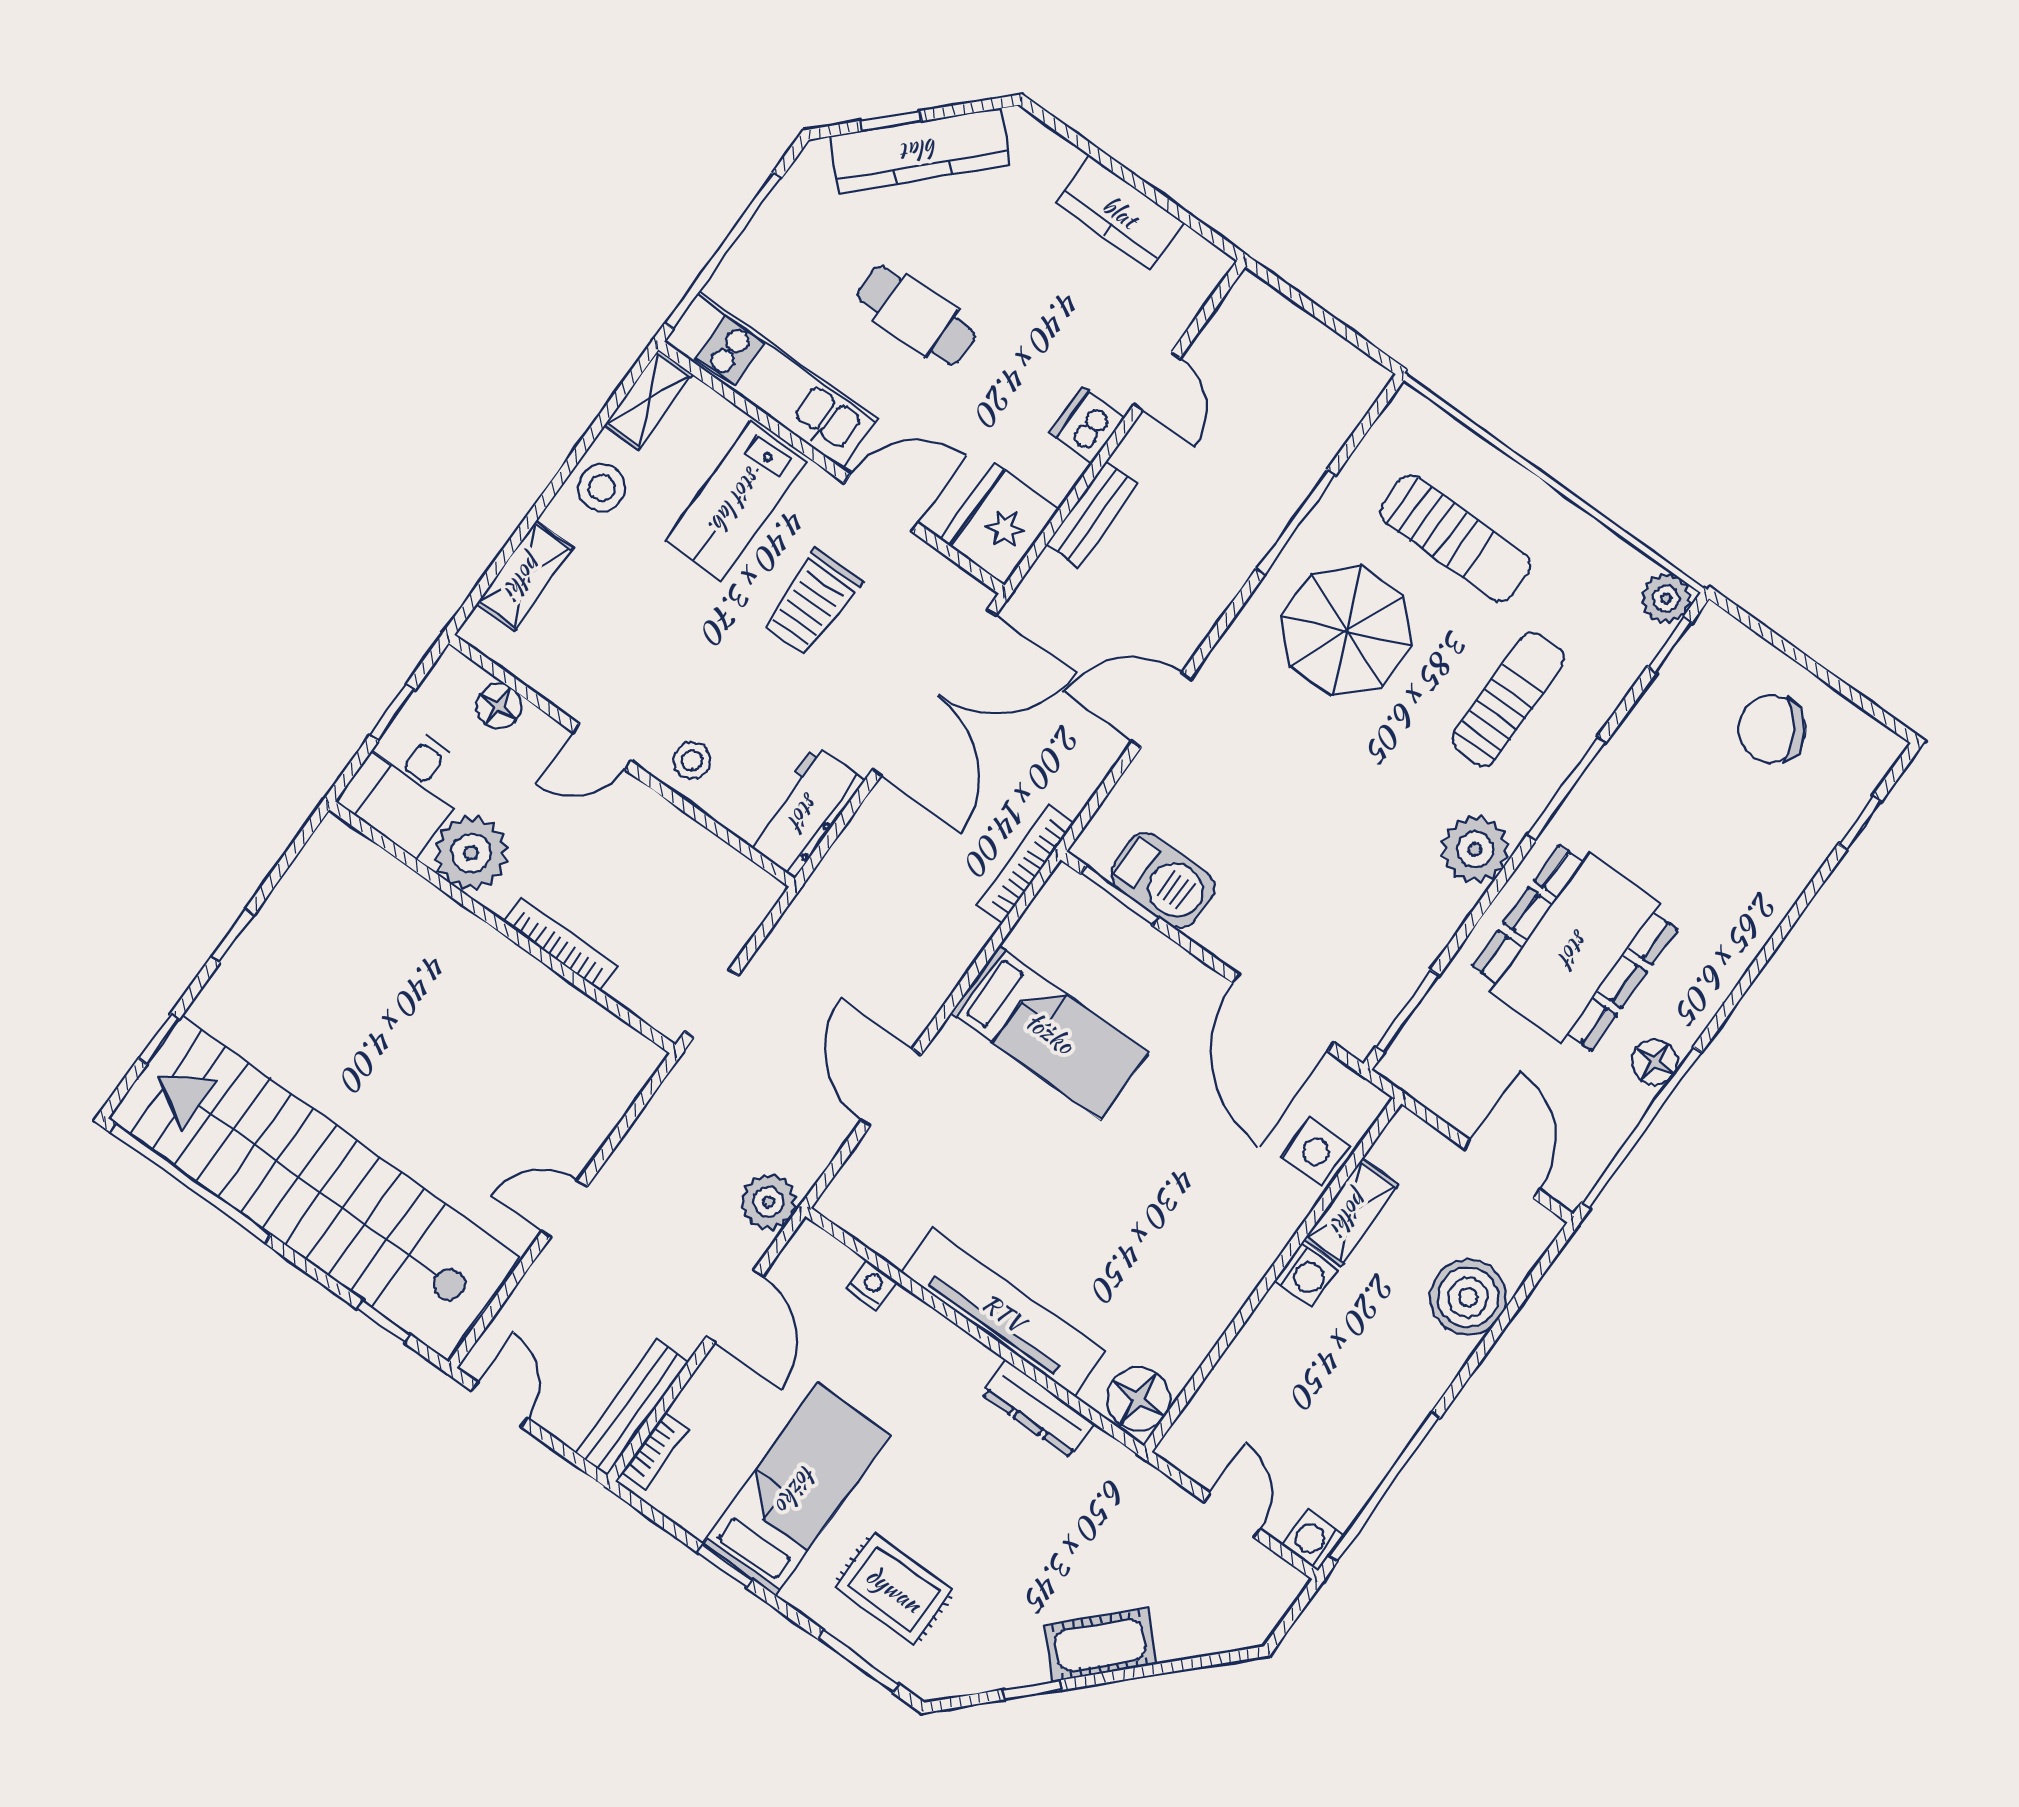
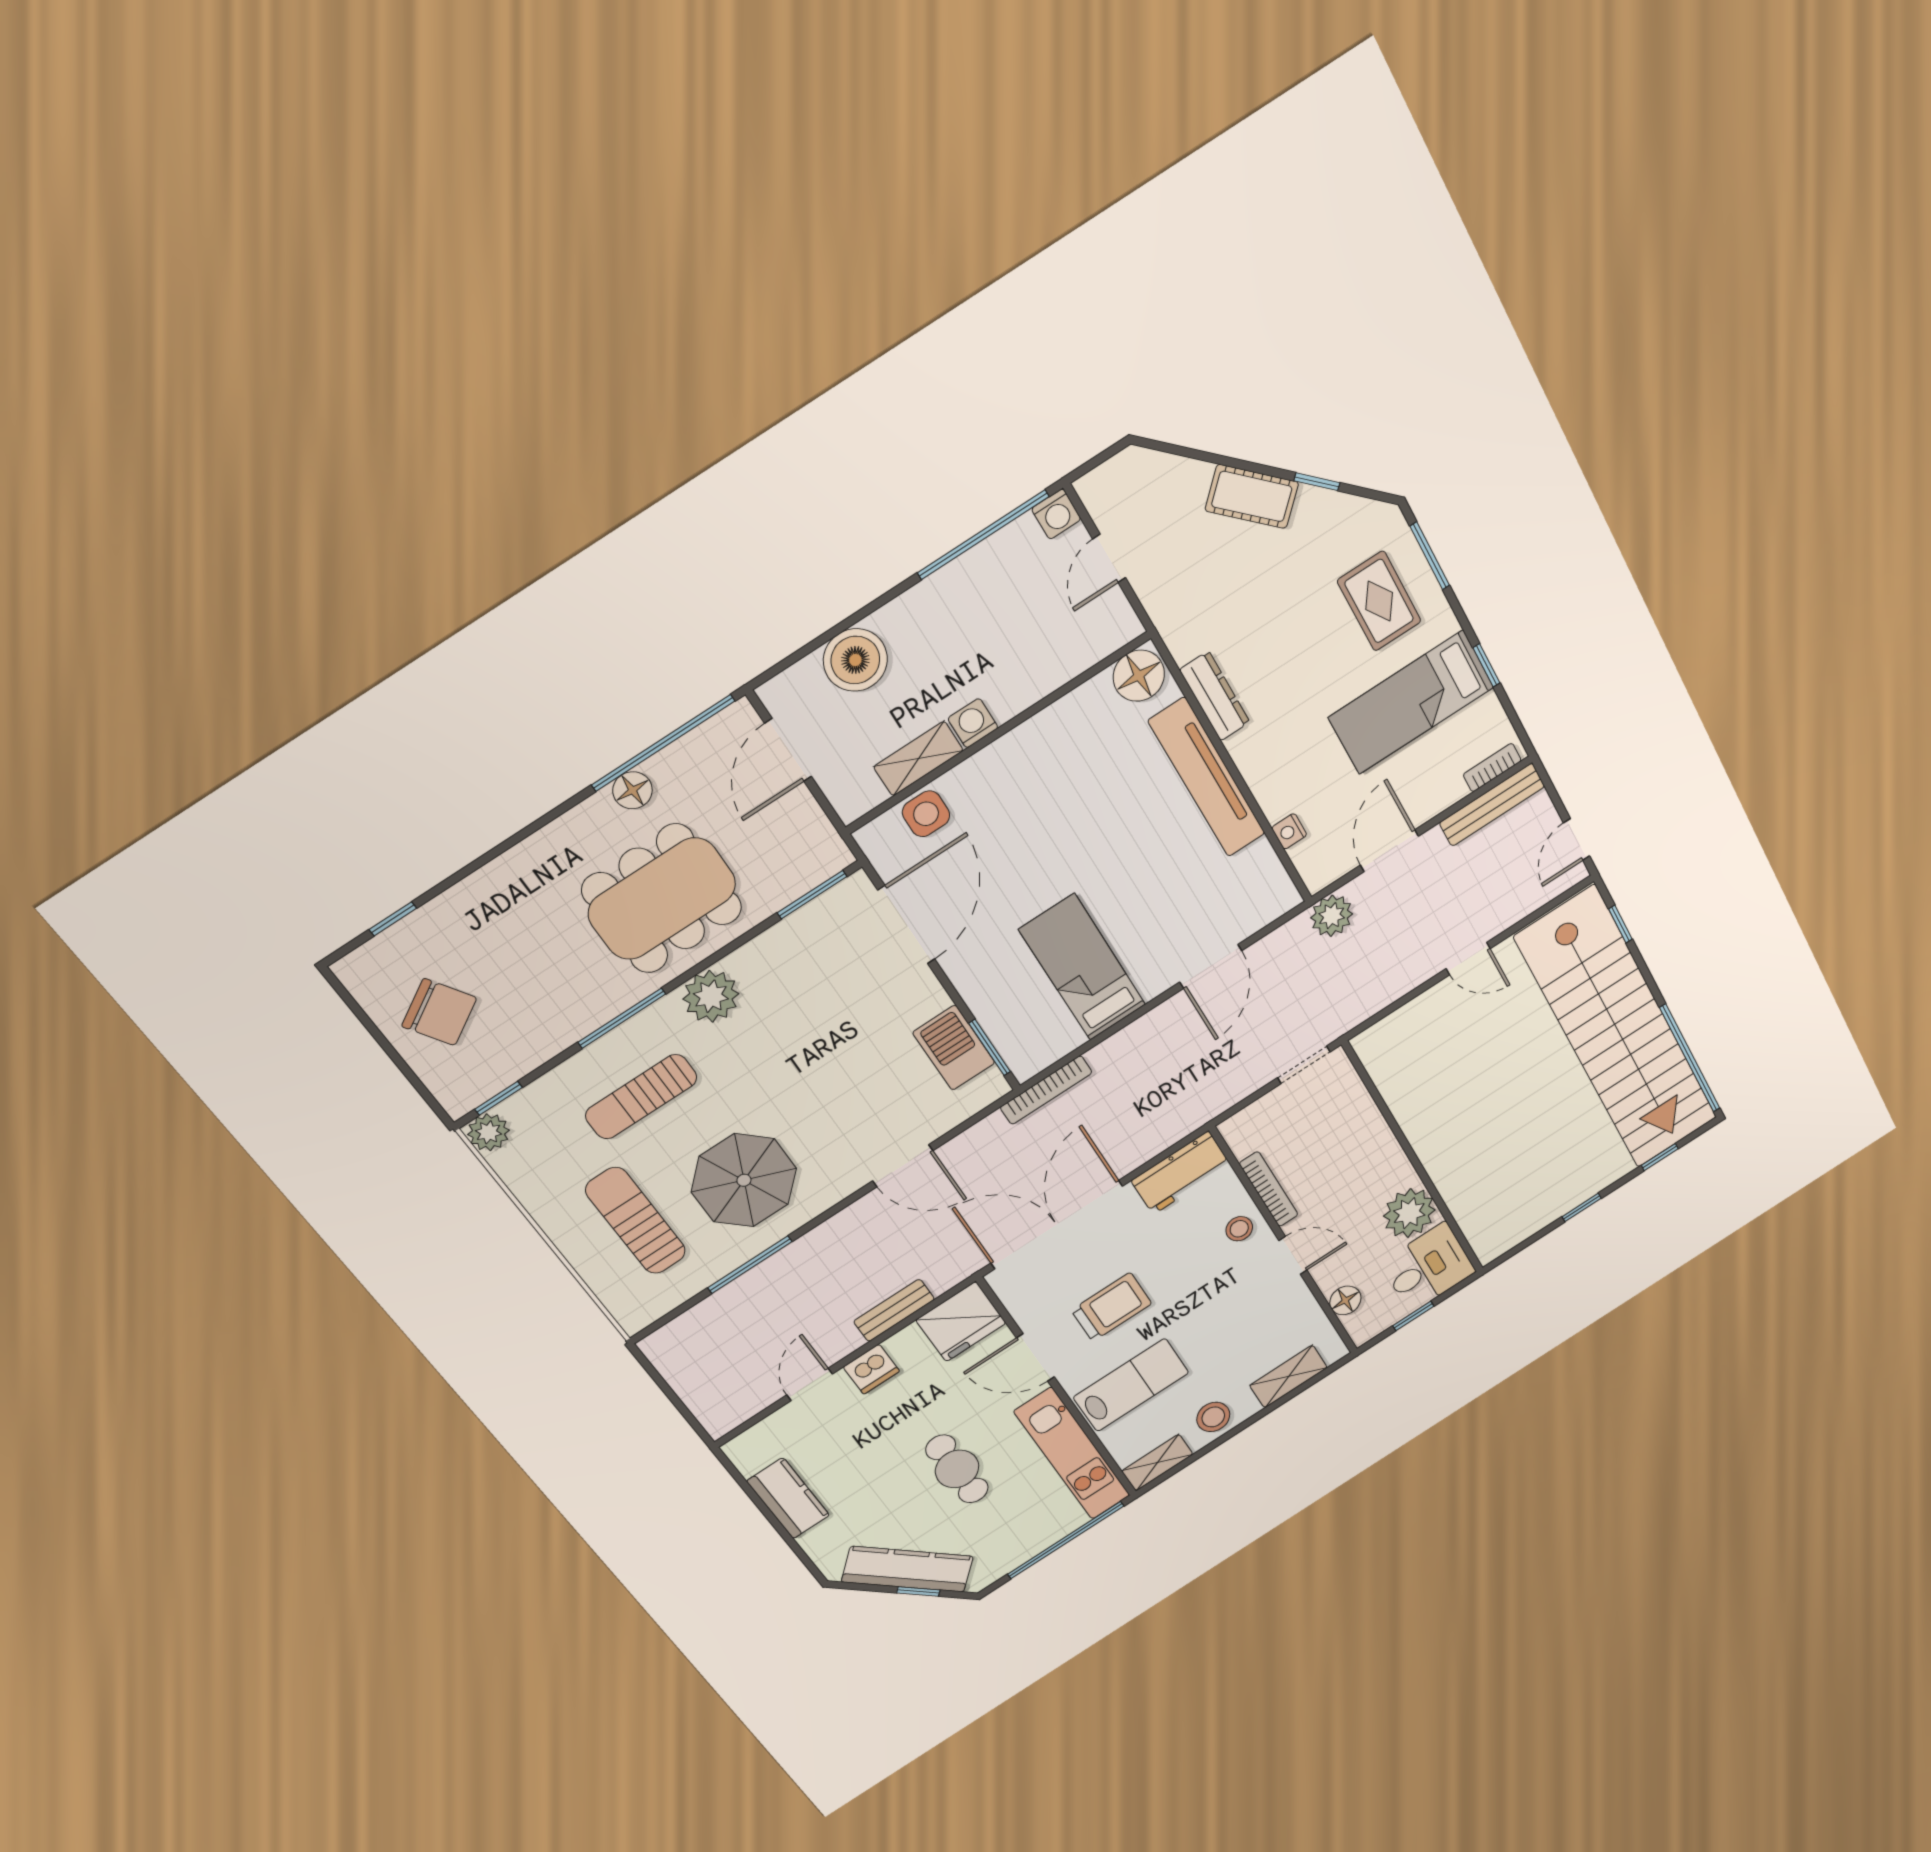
bookcase: (561, 944) -> (1269, 1189), moved, turned 180

